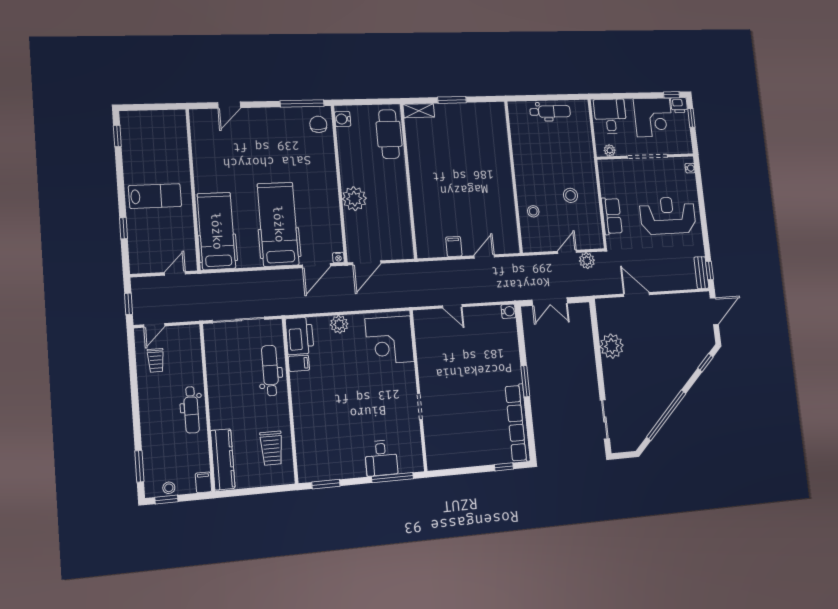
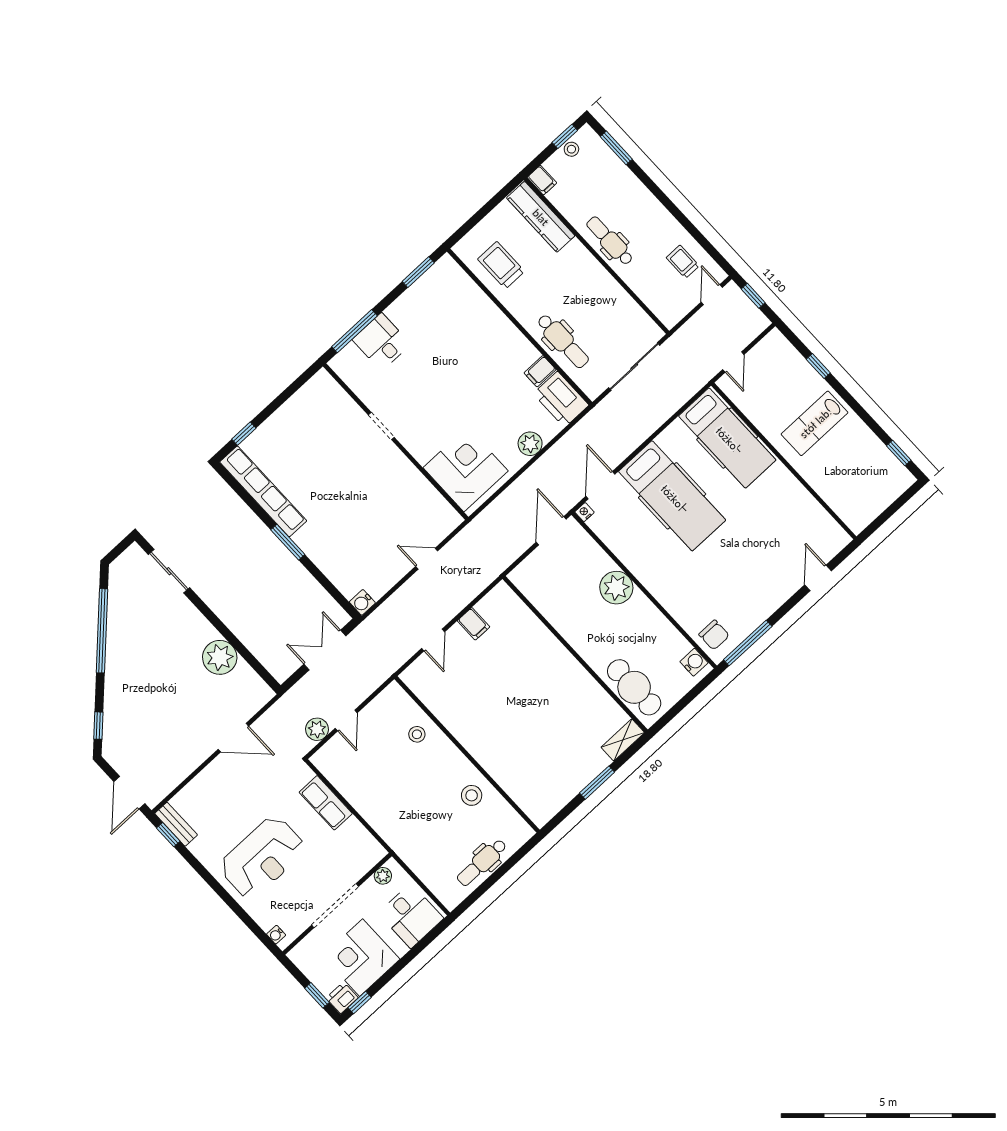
stool: (570, 195) -> (472, 795), moved

